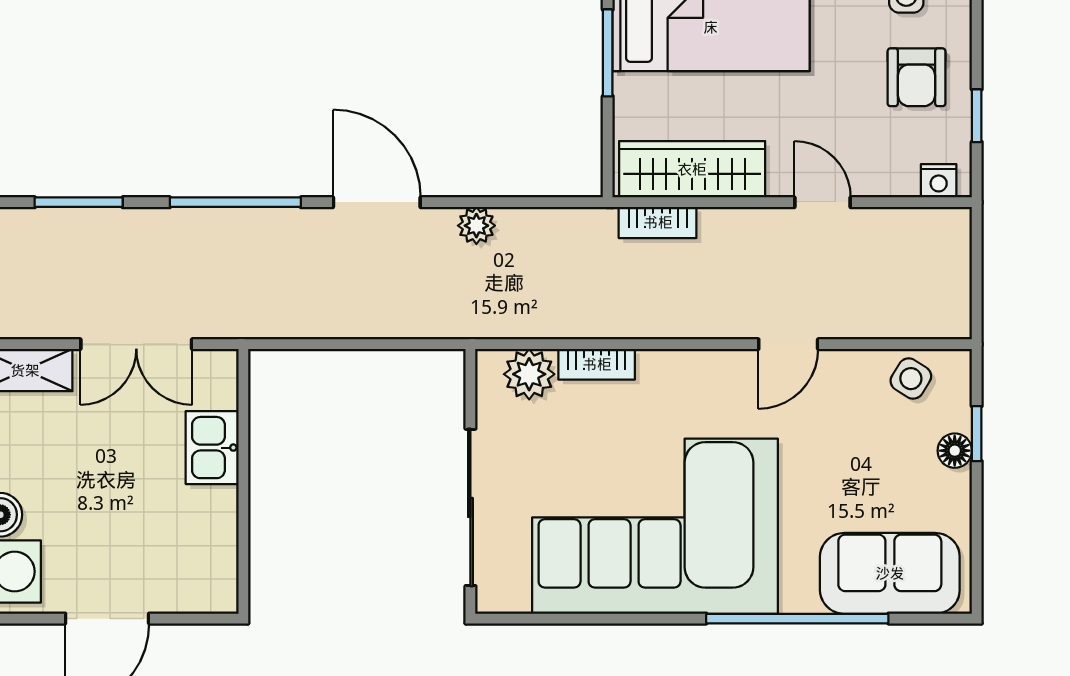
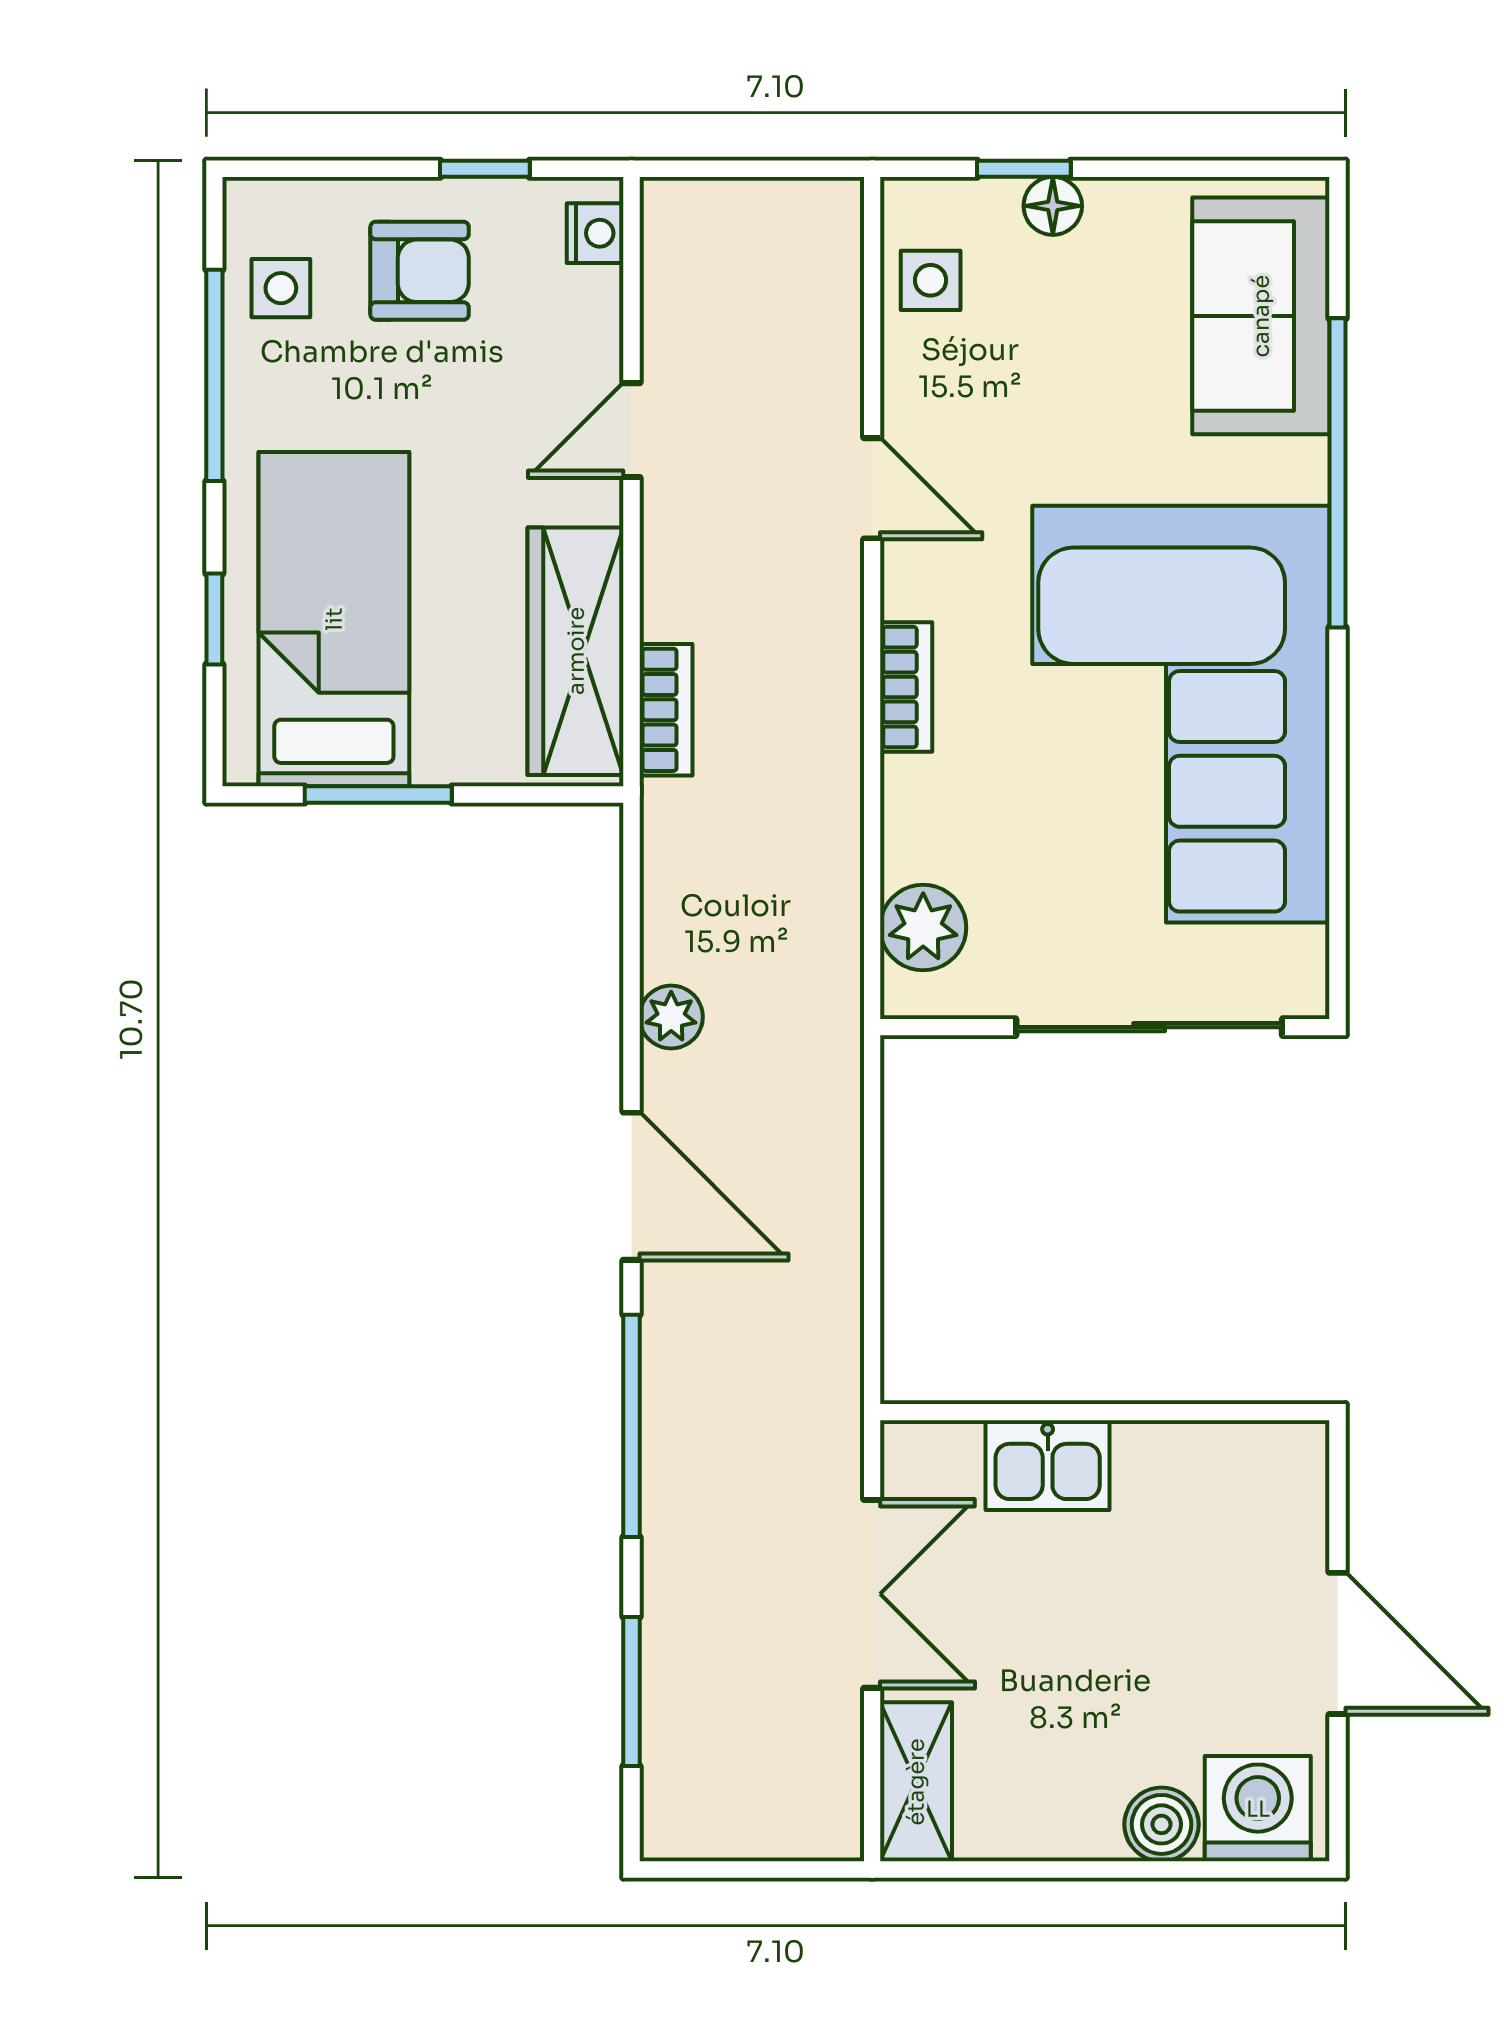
door: (377, 202) -> (632, 1186), swing flipped
bookcase: (597, 364) -> (906, 687), moved
side table: (911, 379) -> (931, 280), turned -32

